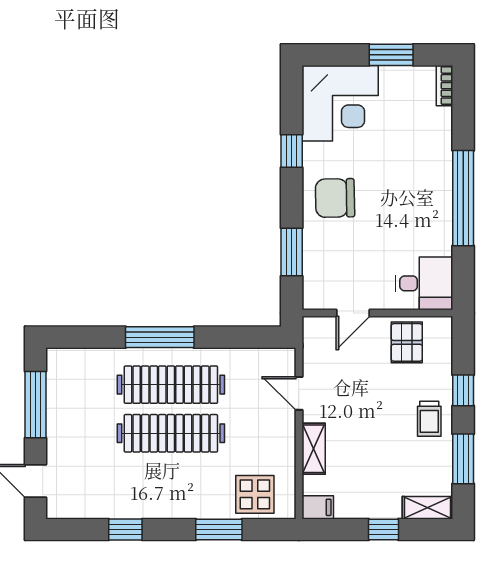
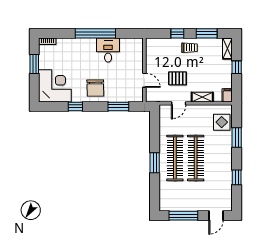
desk: (424, 283) -> (108, 50), moved
window: (160, 337) -> (155, 163), width x0.69
pallet: (407, 342) -> (177, 78), moved

